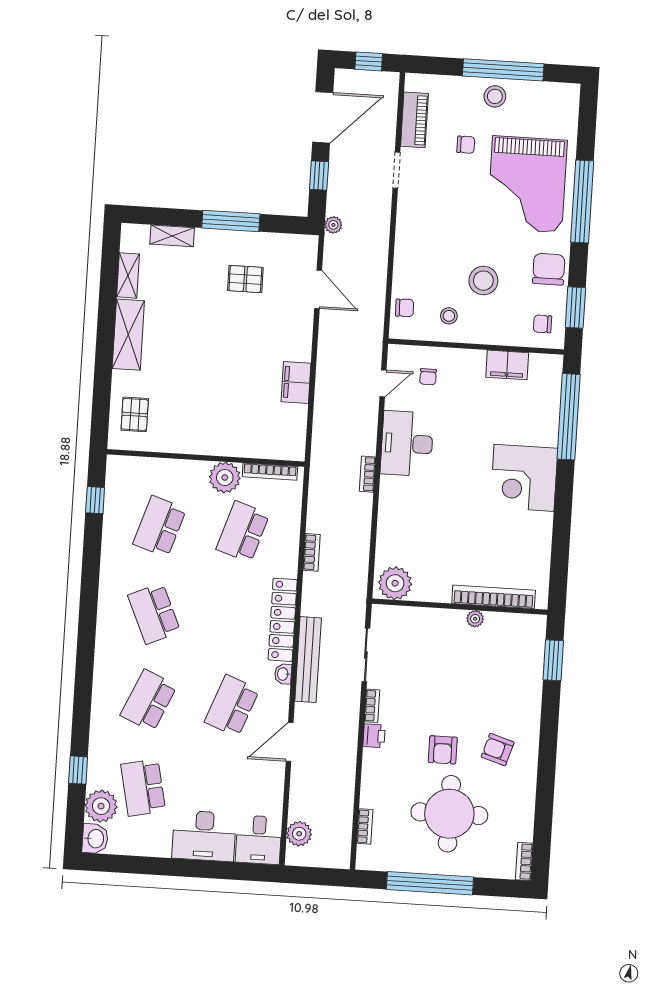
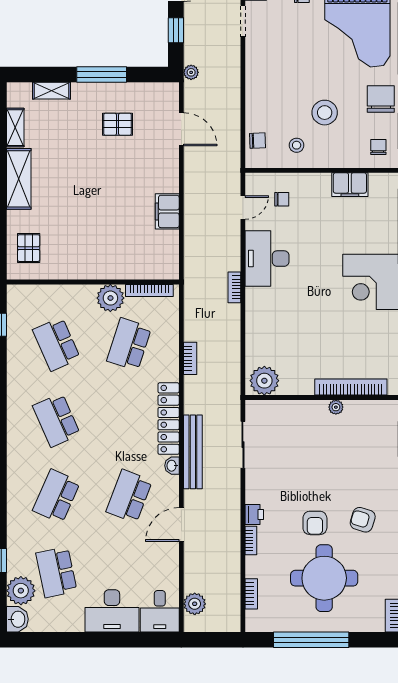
chair: (543, 324) -> (378, 147), turned 90
chair: (428, 377) -> (282, 199), turned -90
school desk: (160, 526) -> (56, 344), turned -42
bookcase: (372, 706) -> (251, 540), moved

